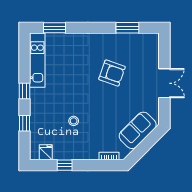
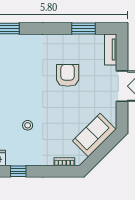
tv unit: (153, 48) -> (111, 50), added
armchair: (112, 73) -> (68, 75), turned -109

